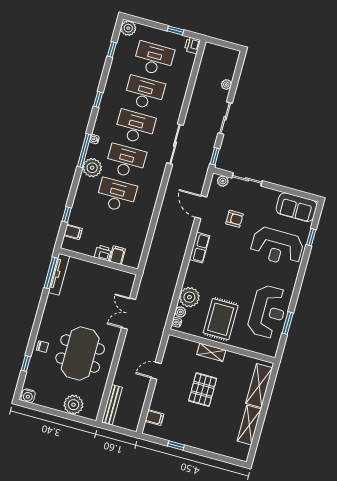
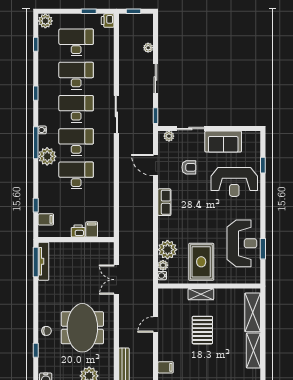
window: (222, 43) -> (134, 11), added
sofa: (296, 207) -> (223, 142), moved

